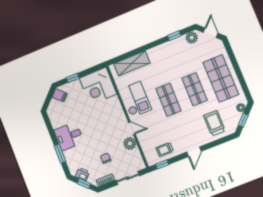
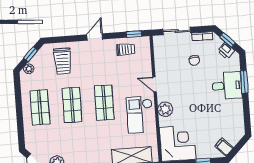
shop shelf: (221, 78) -> (40, 107), width x0.70, depth x0.74
desk: (69, 136) -> (227, 86), moved
plant: (130, 143) -> (165, 109), moved

